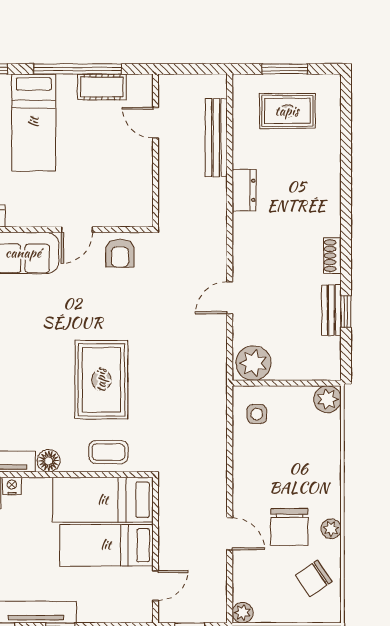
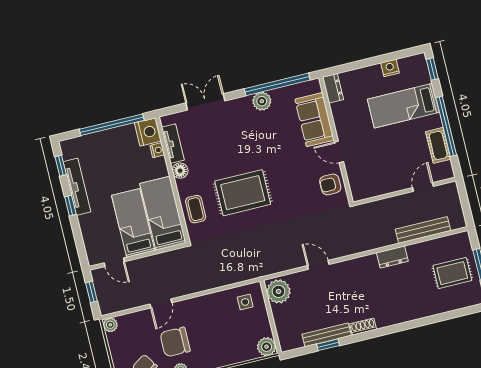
rug: (287, 111) -> (452, 273), turned 90
bench: (331, 310) -> (327, 335), width x1.36

